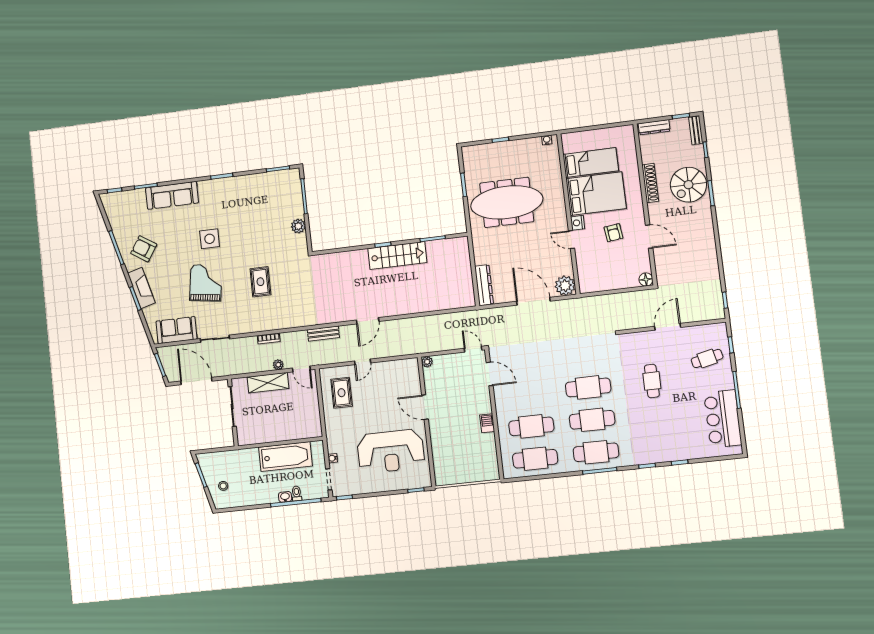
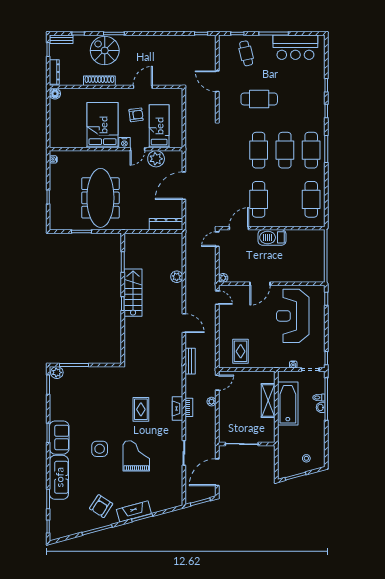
bed: (591, 163) -> (159, 126), moved
spiral stairs: (688, 185) -> (105, 50), turned 180
plant: (298, 226) -> (57, 372), moved
floor lamp: (646, 279) -> (55, 94), moved
rug: (260, 282) -> (141, 409), turned 90
grand piano: (206, 283) -> (136, 456), turned 82
plant: (565, 286) -> (156, 159), moved
plant: (422, 306) -> (177, 277), added
fireplace: (266, 325) -> (178, 409), added
sofa: (177, 330) -> (59, 438), moved, turned 180
door: (363, 362) -> (217, 298), moved
cafe table: (652, 381) -> (259, 99), width x1.37, depth x1.35
shelving: (268, 383) -> (268, 401), moved
rug: (341, 393) -> (241, 351), turned 90
barbecue: (487, 423) -> (272, 237), width x1.88, depth x1.53
cafe table: (531, 426) -> (259, 199), moved
reception desk: (391, 451) -> (293, 316), turned 180

